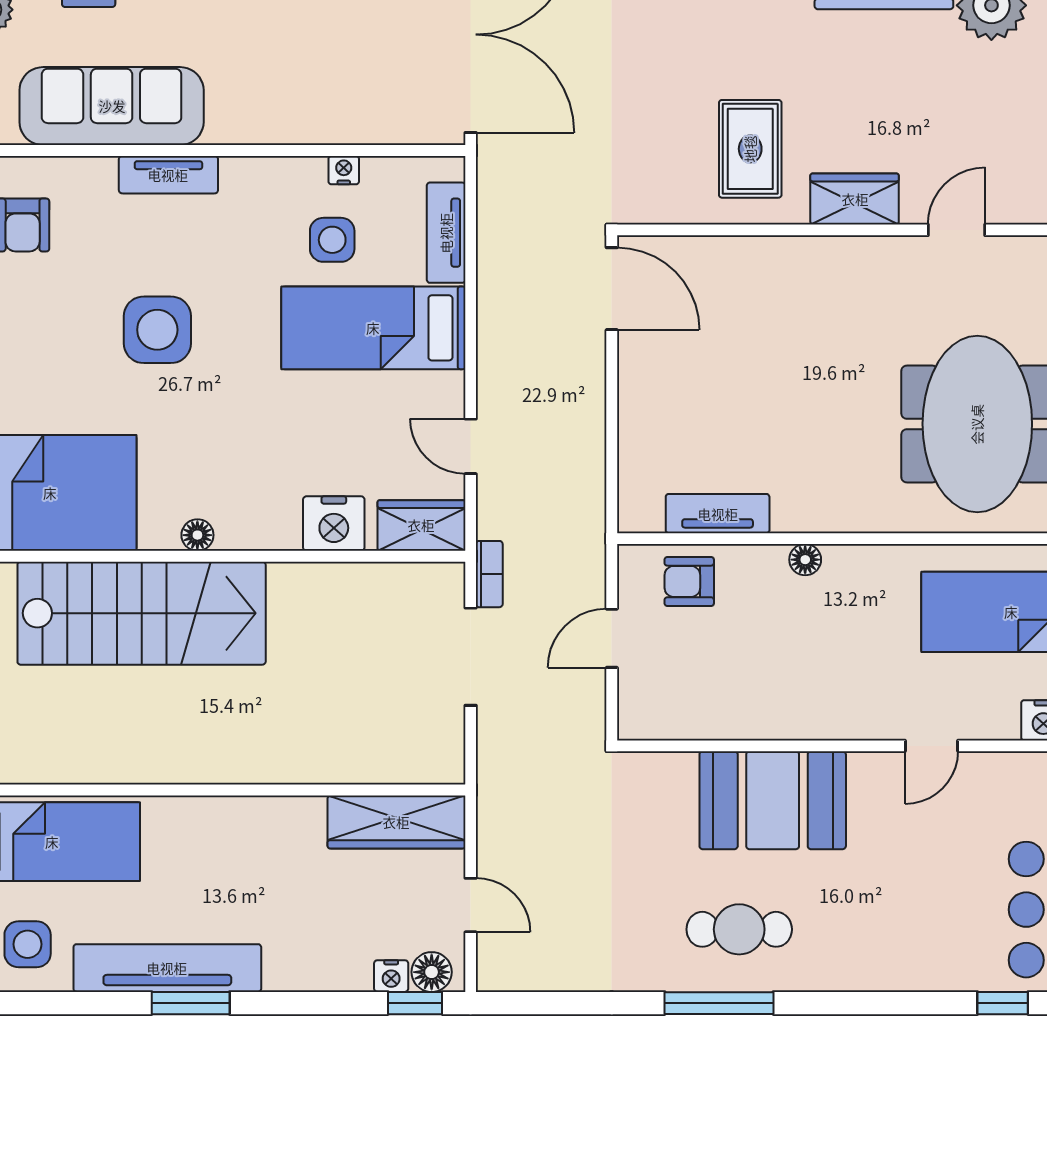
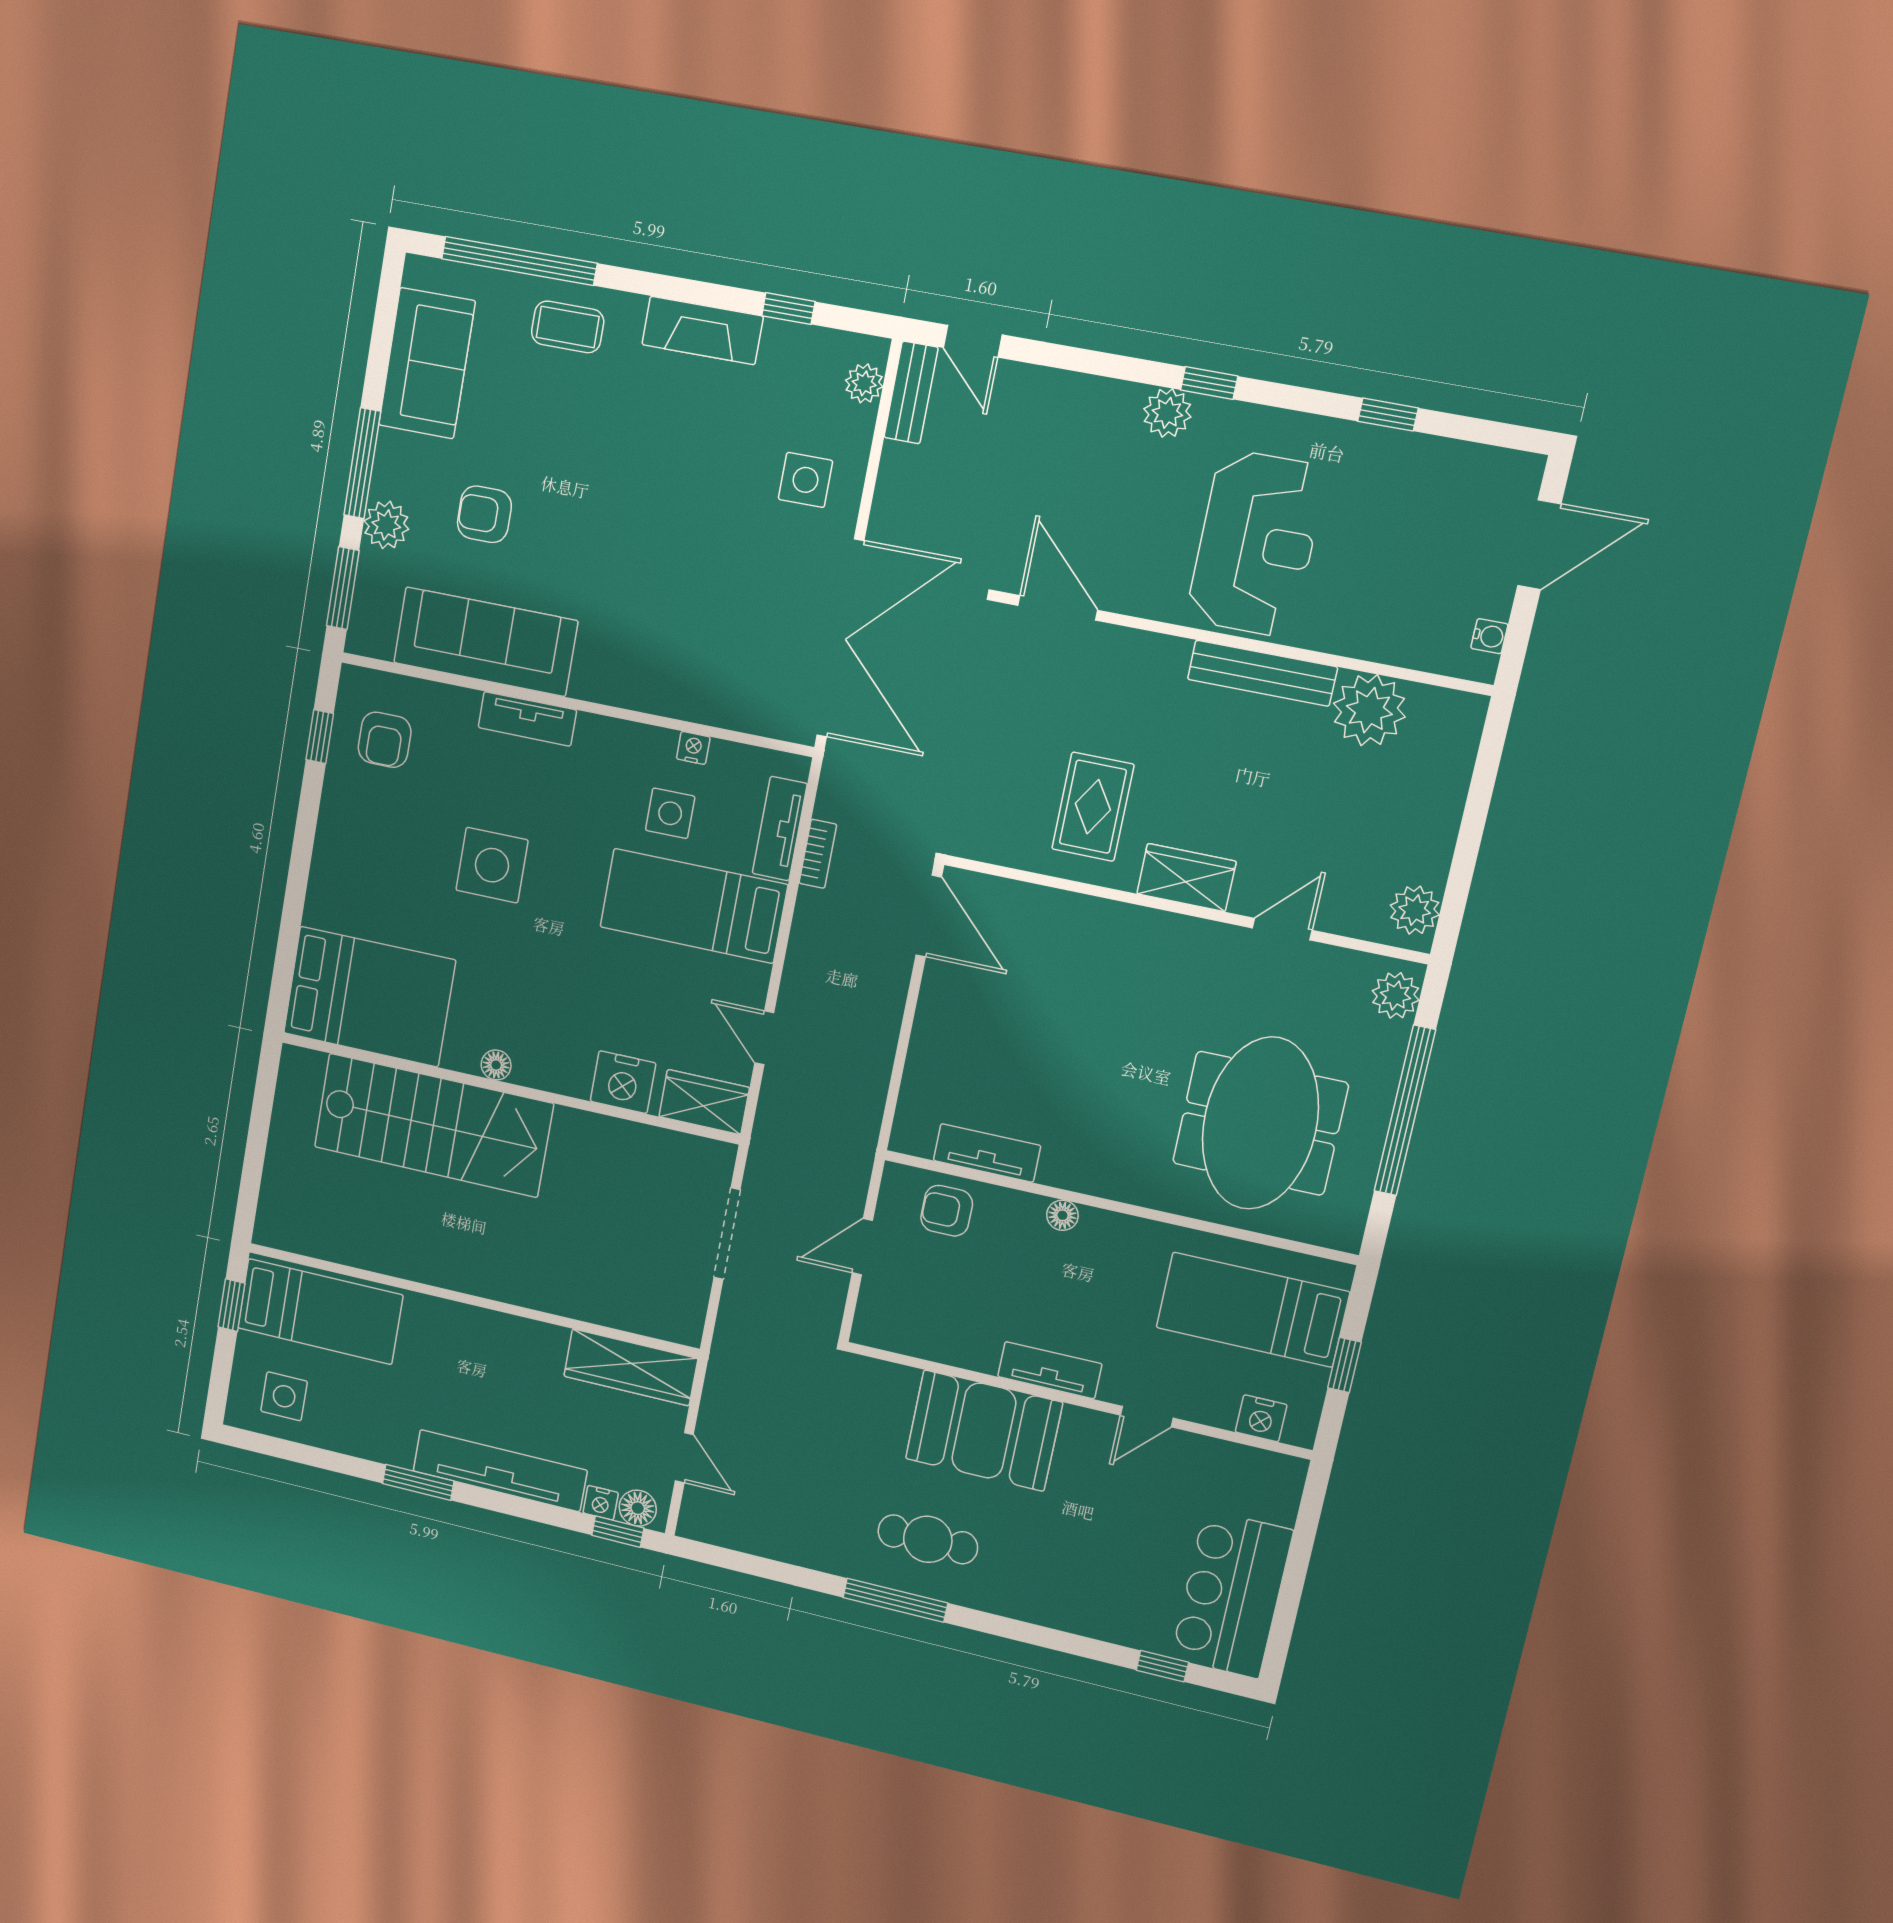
bookcase: (489, 574) -> (818, 854), moved
tv unit: (826, 721) -> (1050, 1370), added
tv unit: (167, 968) -> (500, 1471), moved

